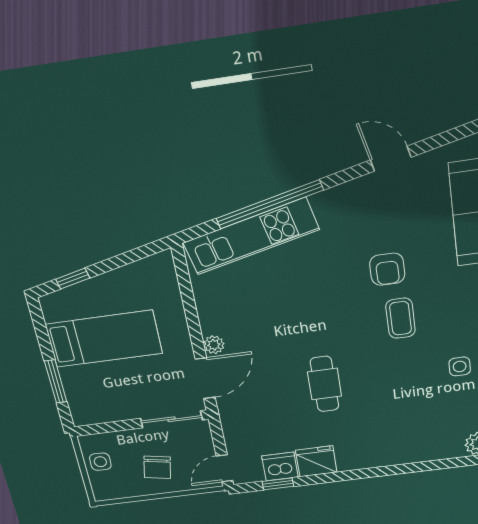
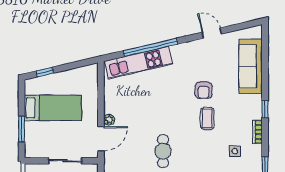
sliding door: (171, 419) -> (65, 161), moved

